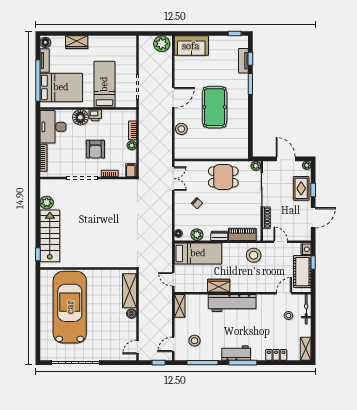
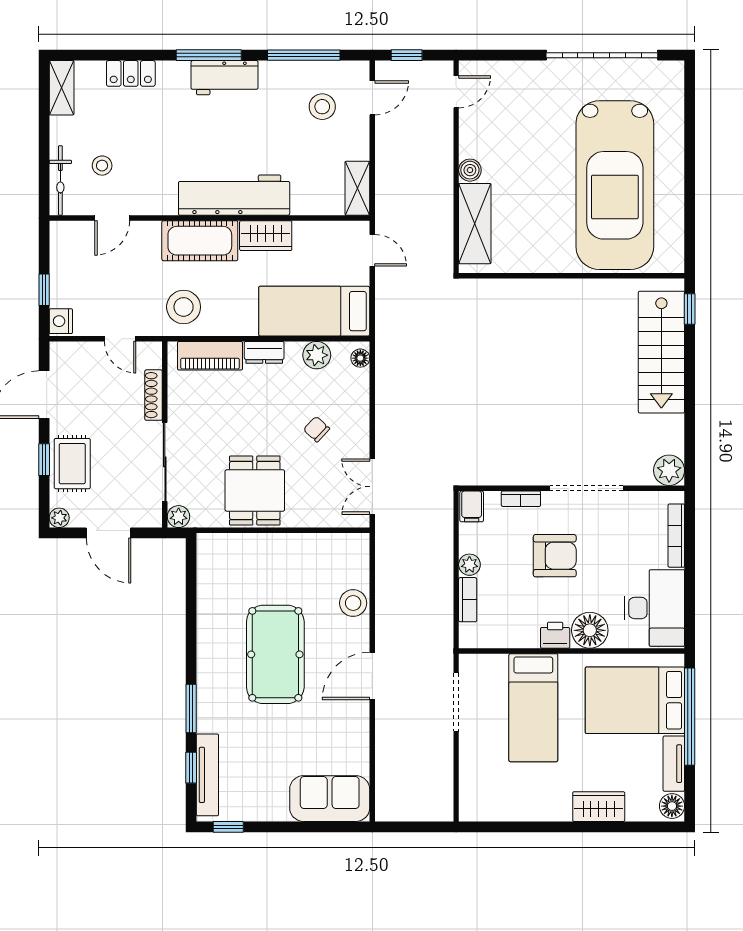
plant: (162, 44) -> (399, 803), removed
tv unit: (243, 61) -> (207, 775), width x1.41
armchair: (95, 149) -> (555, 556), turned 90
dining table: (223, 177) -> (255, 490), turned 90
plant: (47, 203) -> (669, 470), moved
cot: (302, 272) -> (200, 241), moved, turned 90

